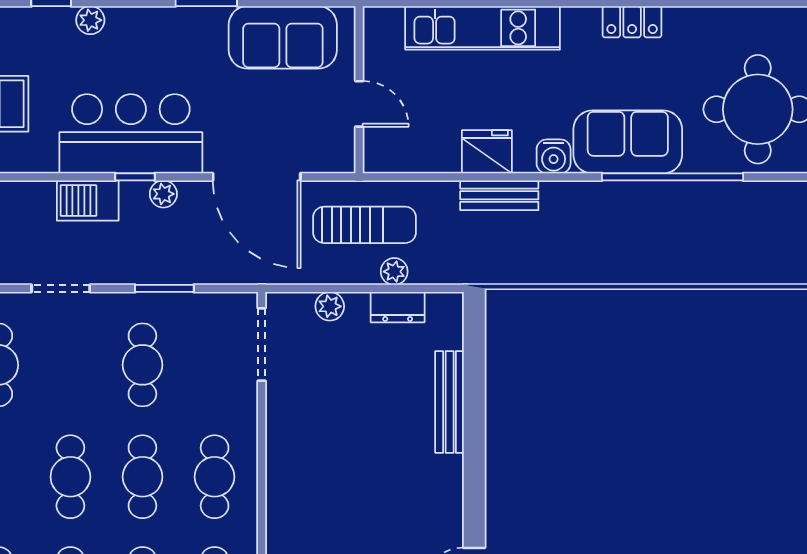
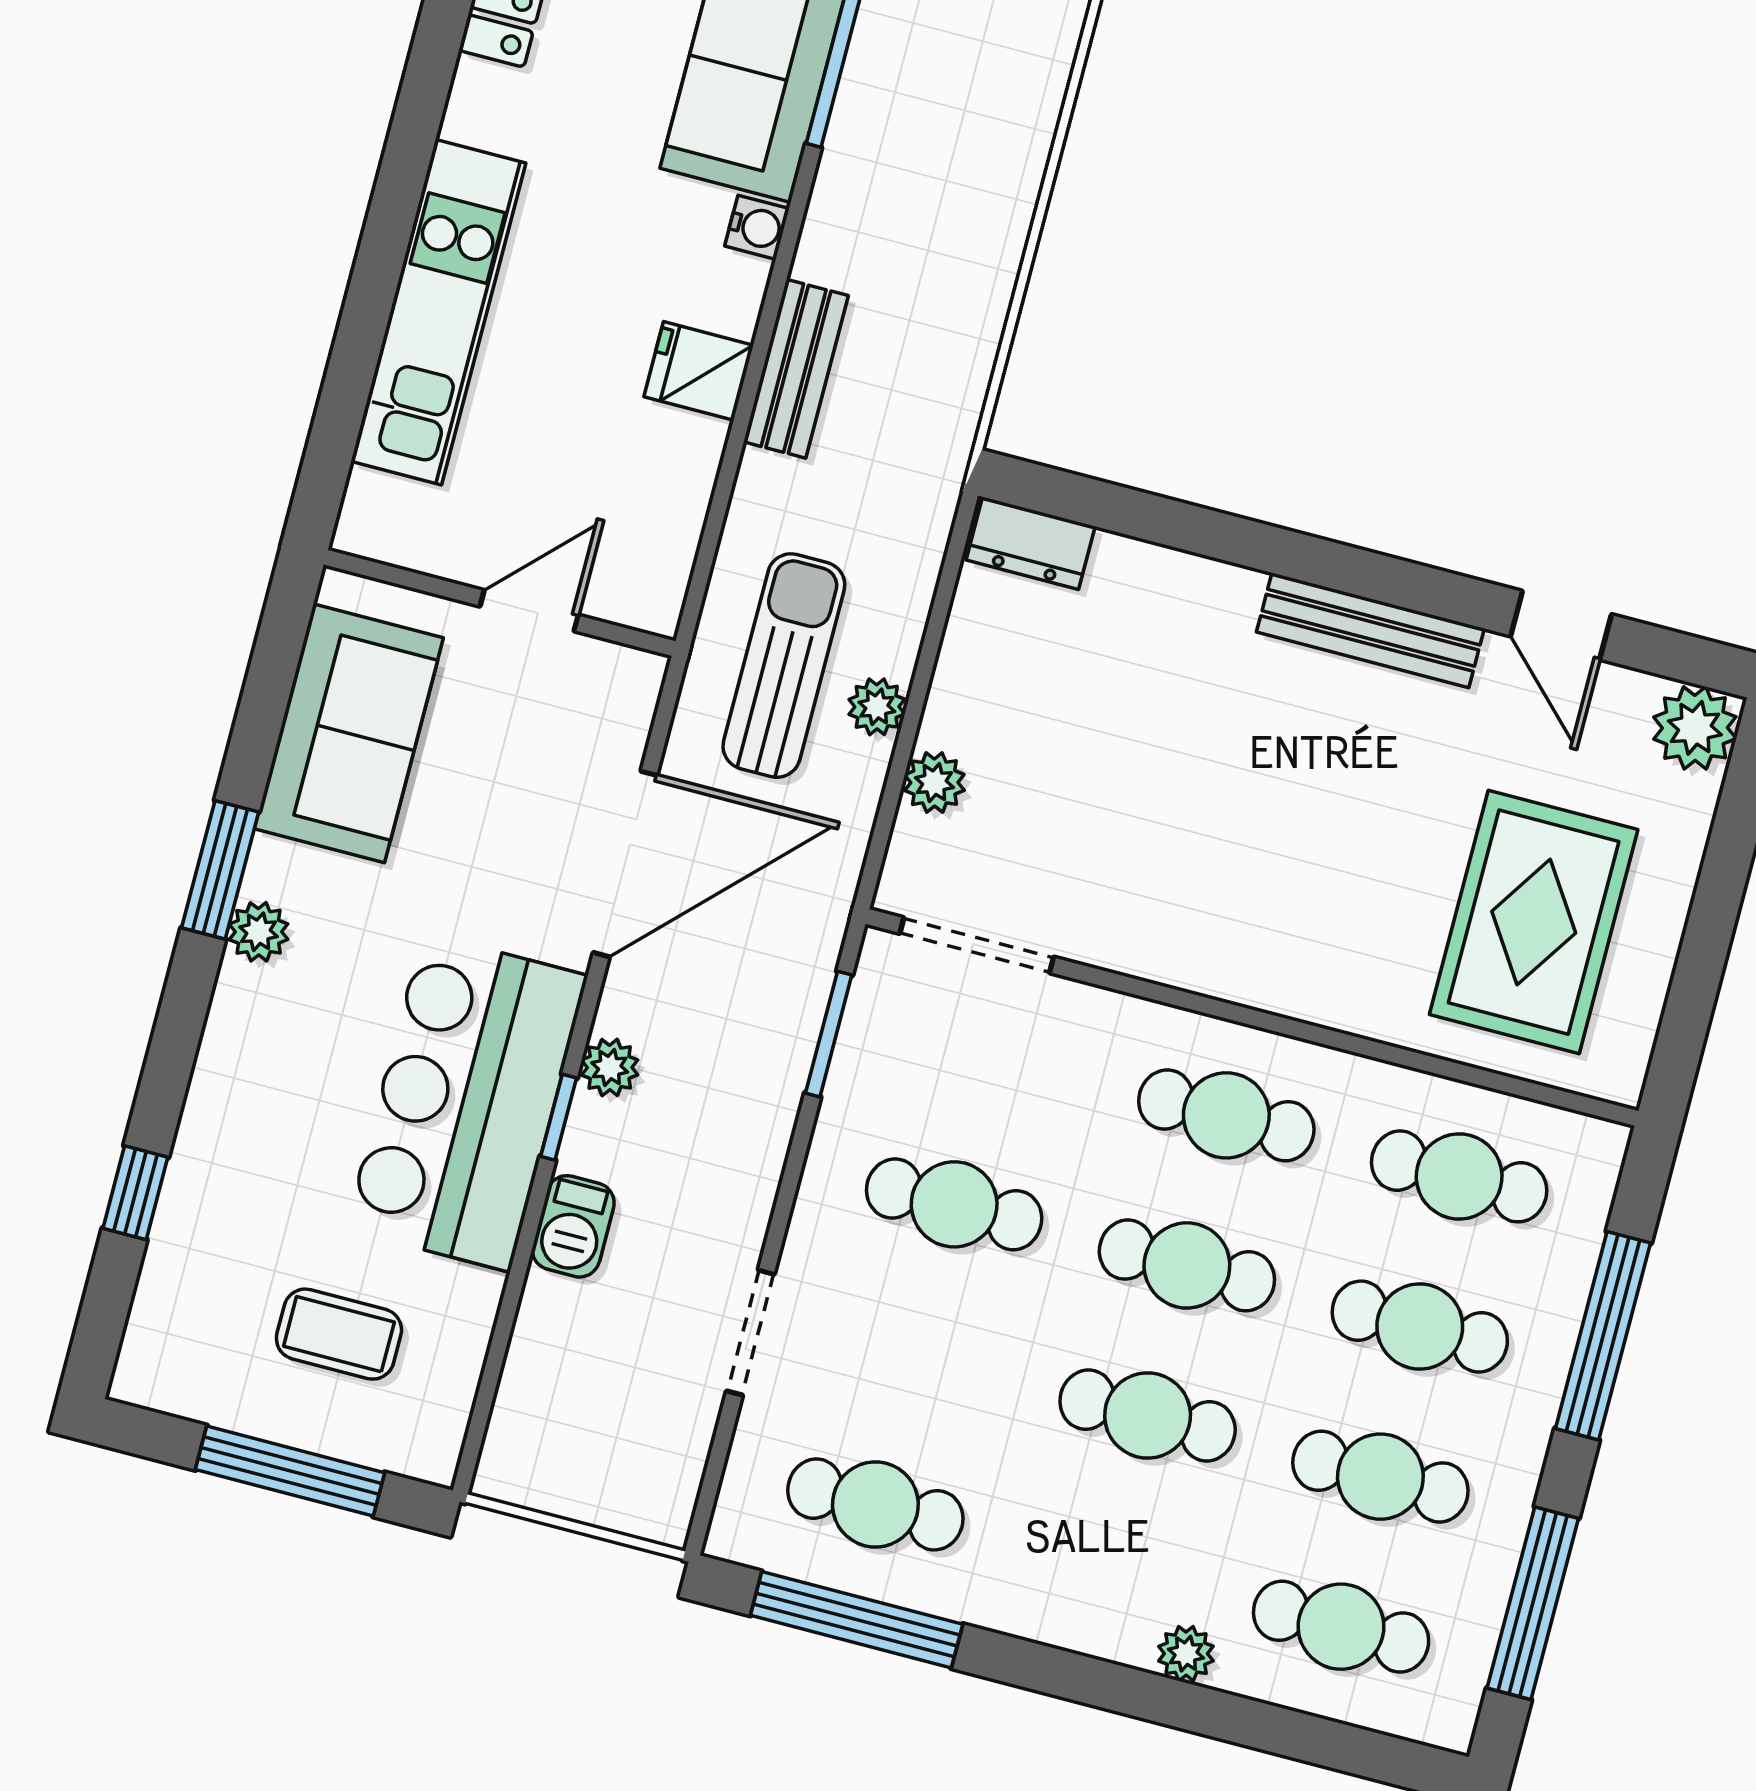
plant: (90, 20) -> (259, 932), moved
fridge: (487, 152) -> (699, 371), width x0.72
water cooler: (554, 156) -> (757, 227), width x0.72, depth x0.72
barbecue: (88, 200) -> (573, 1226), width x0.73, depth x0.79
plant: (394, 272) -> (877, 707), moved
window: (164, 288) -> (829, 1034), moved
dresser: (398, 307) -> (1031, 543), moved, turned 90
bench: (450, 402) -> (1370, 630), moved

